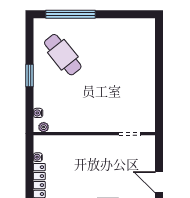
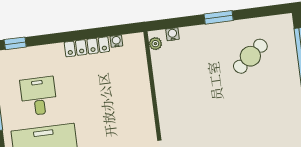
cafe table: (63, 55) -> (250, 56), width x0.73, depth x0.74

